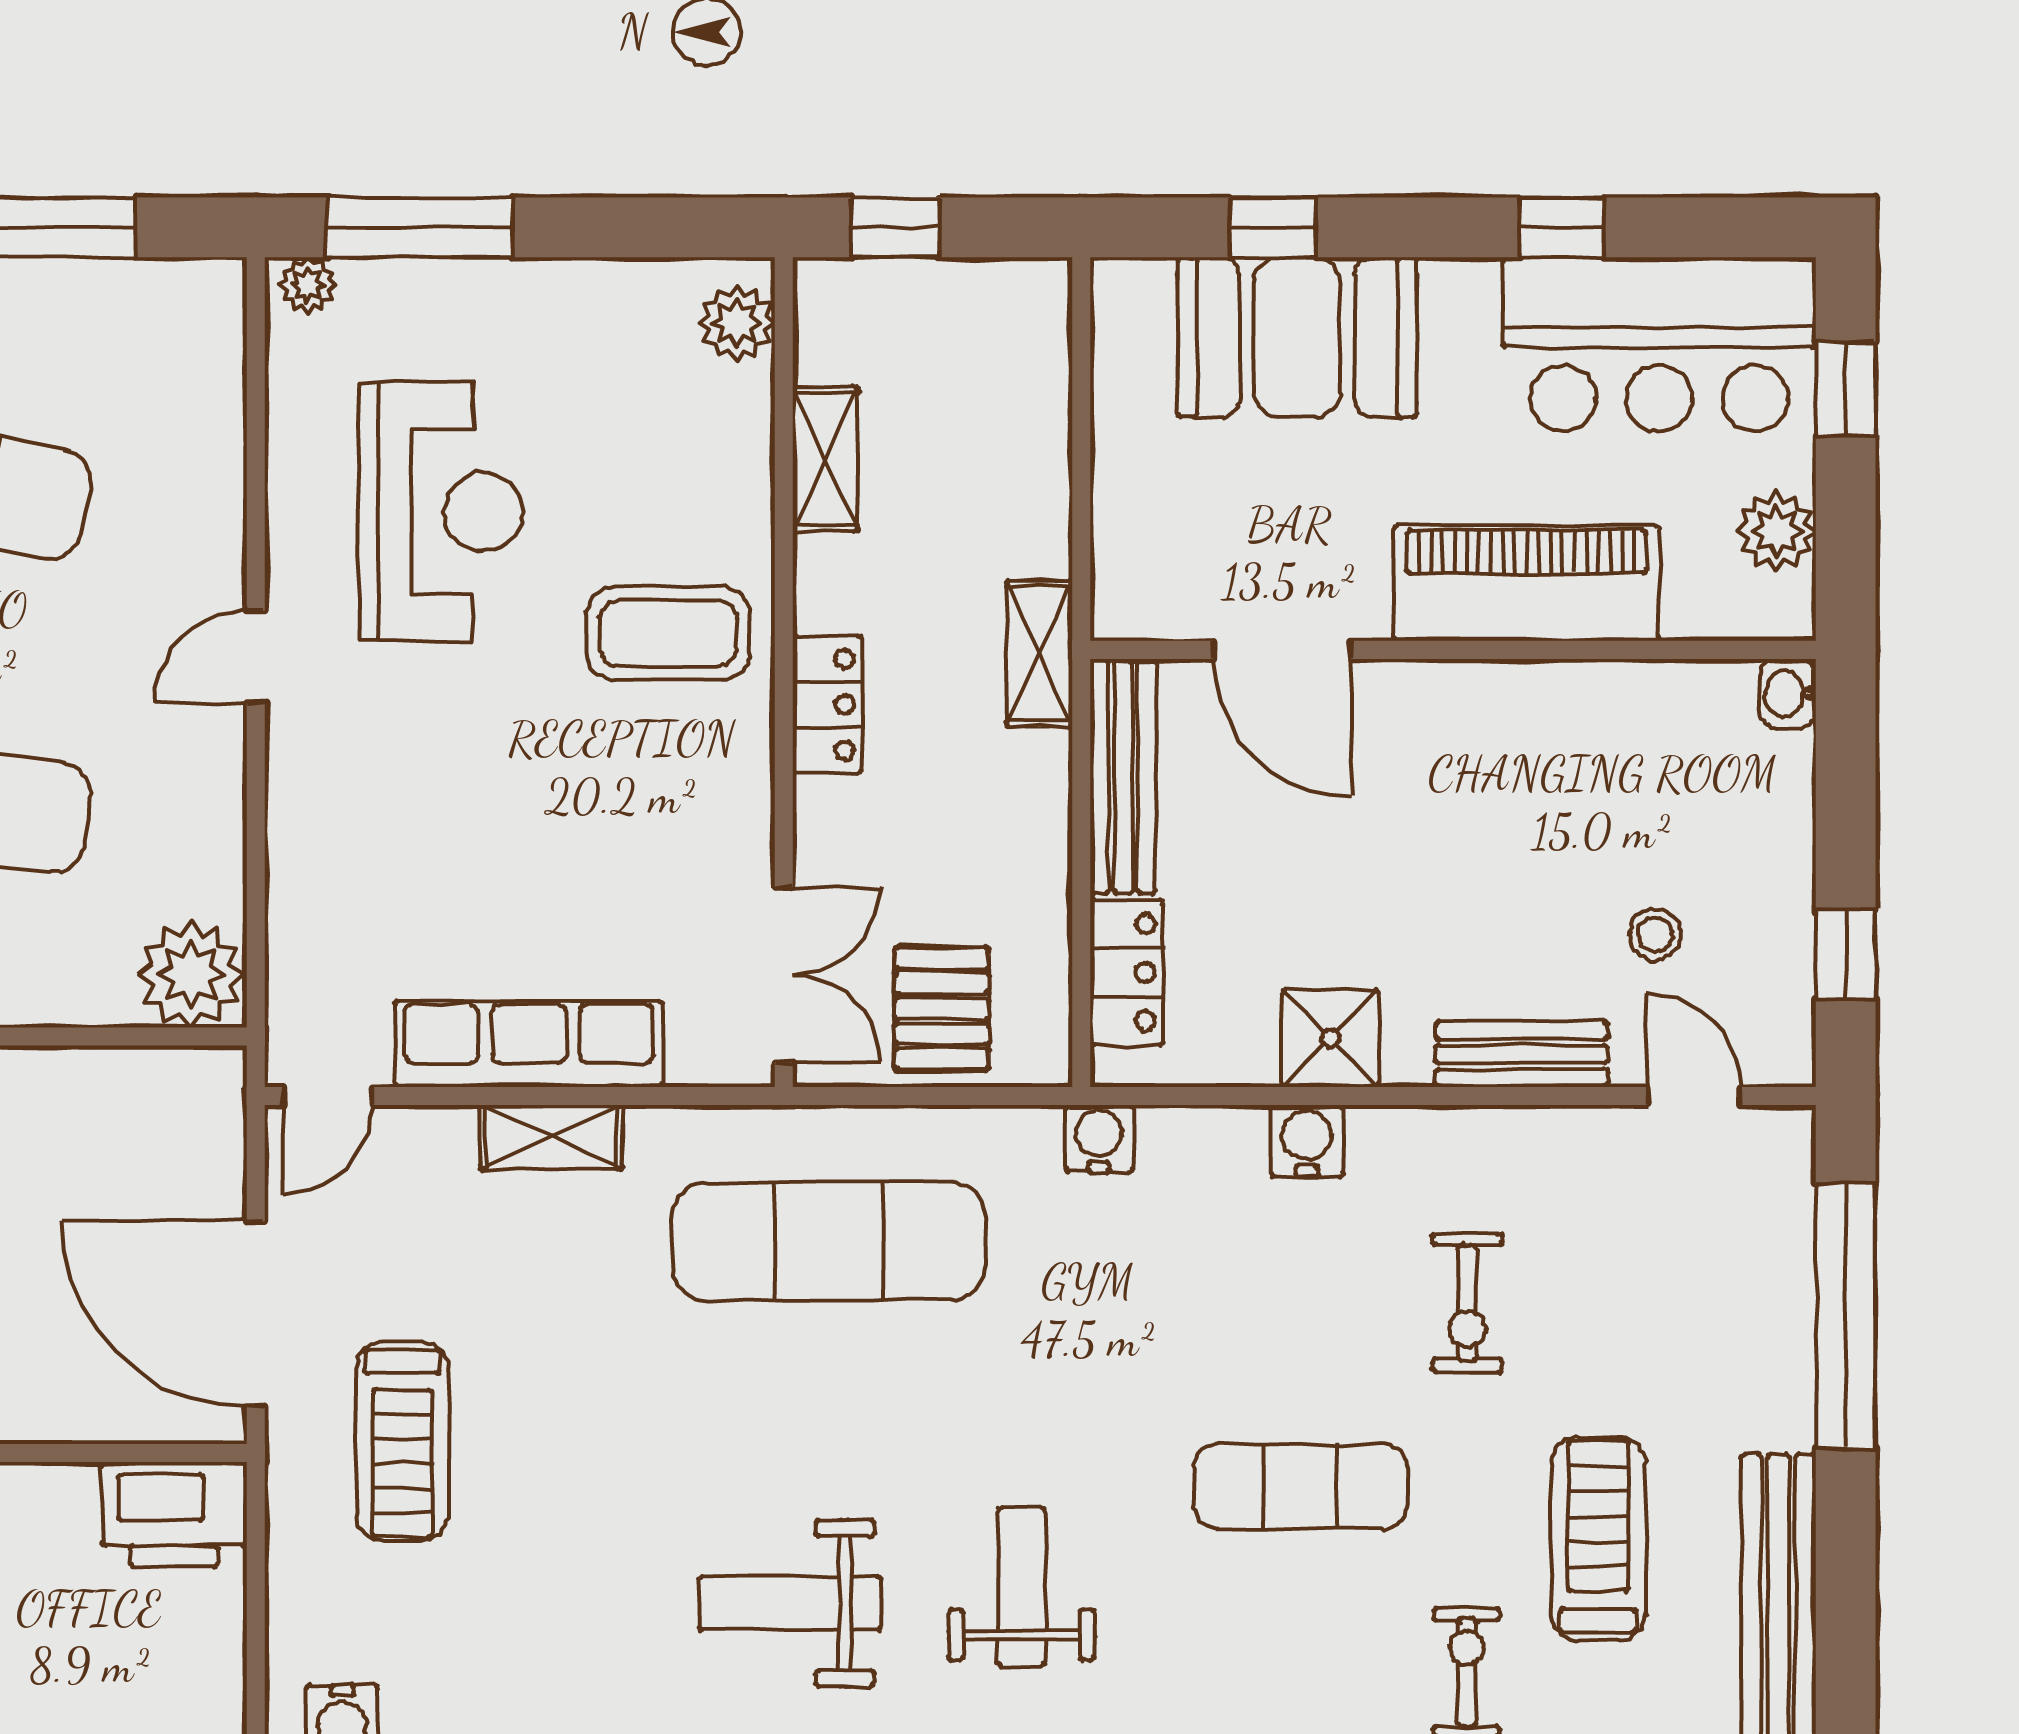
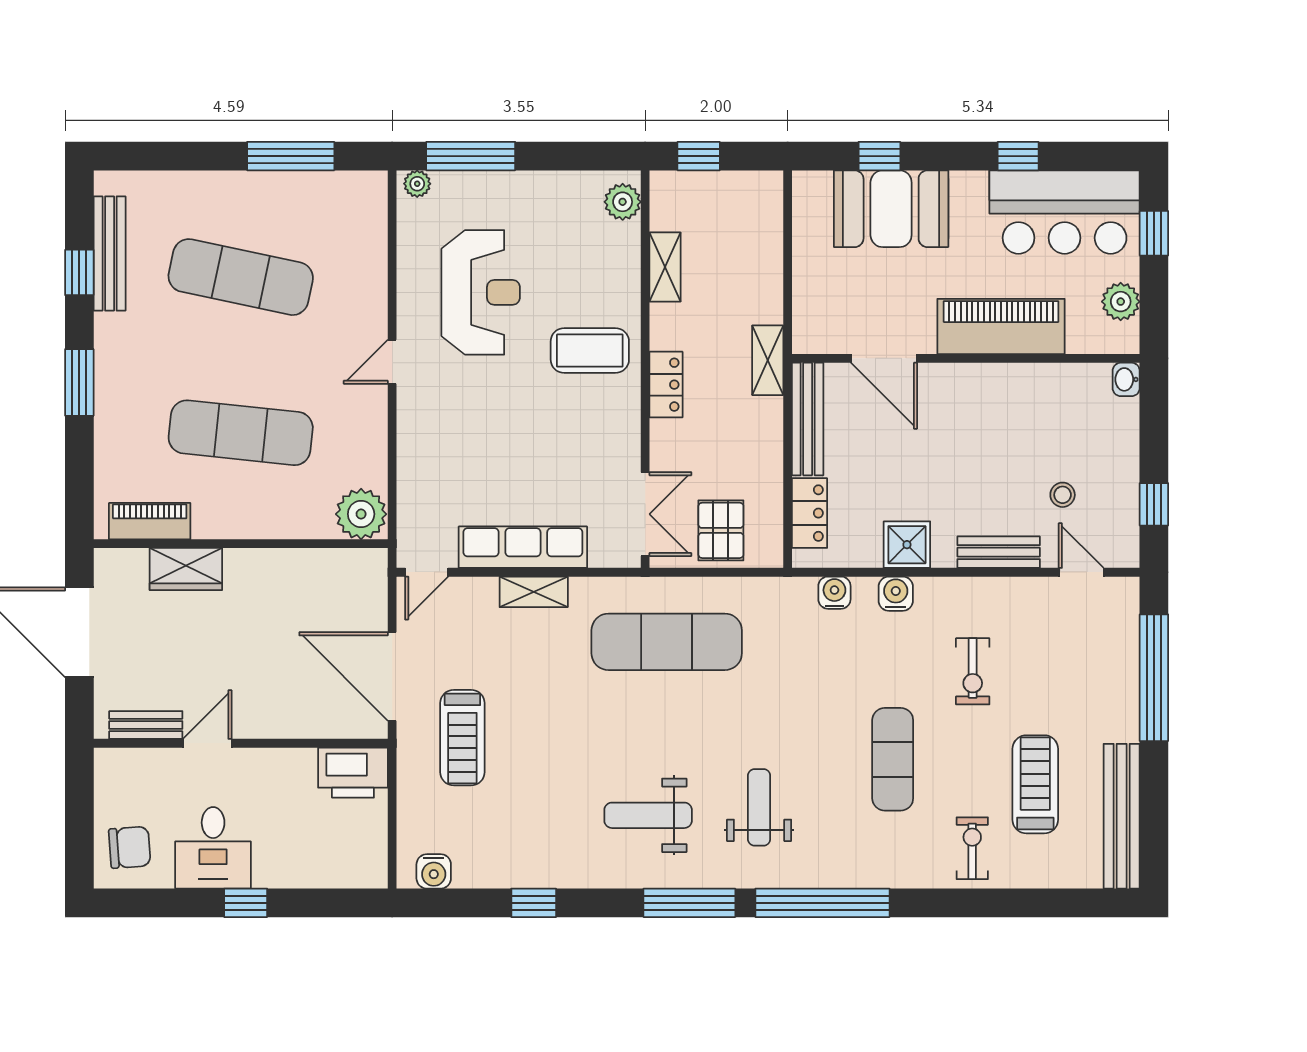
water cooler: (1099, 1139) -> (834, 593), moved
exercise mat: (1300, 1486) -> (893, 759), turned 90

